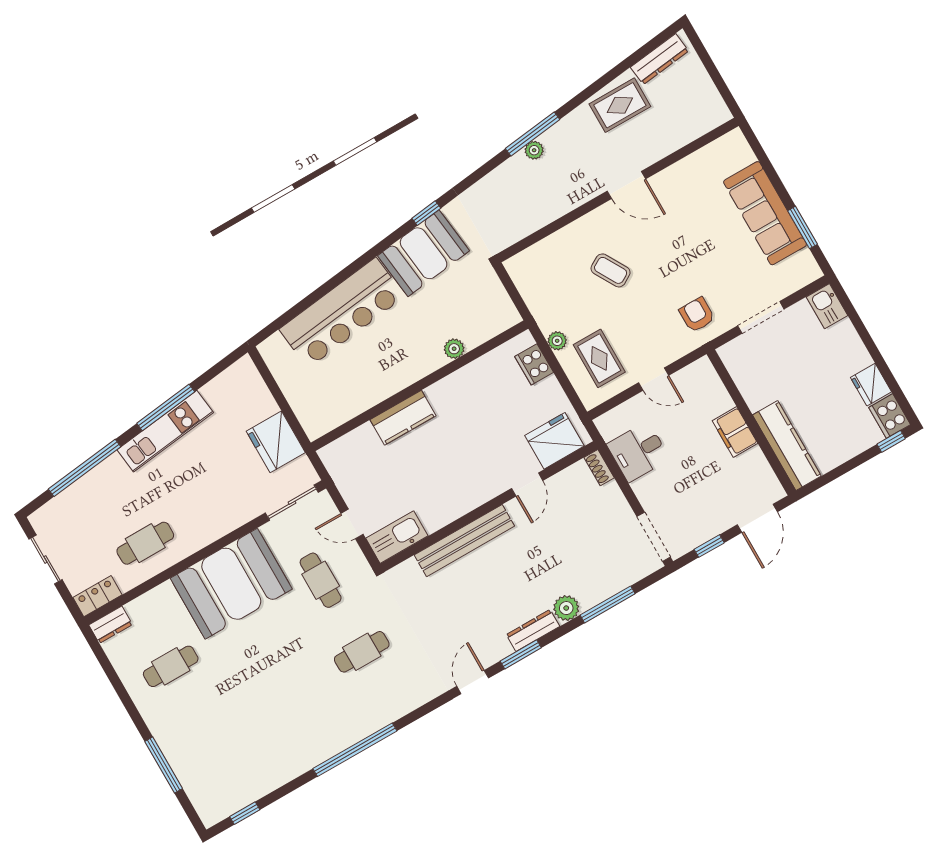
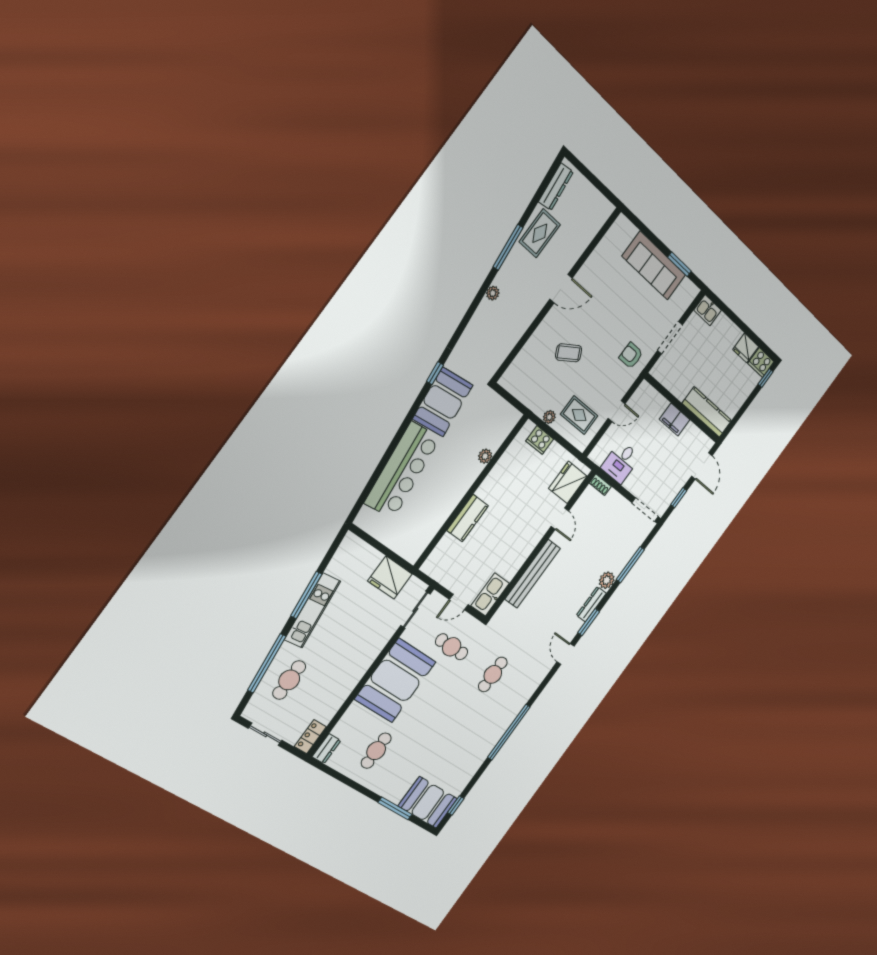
window: (533, 134) -> (508, 247), moved
cafe table: (145, 543) -> (289, 680), moved
booth: (210, 784) -> (428, 802), added

